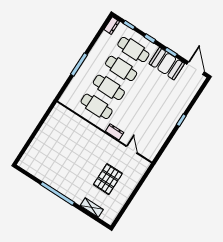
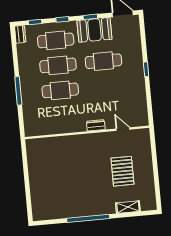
cafe table: (97, 106) -> (103, 61), moved

